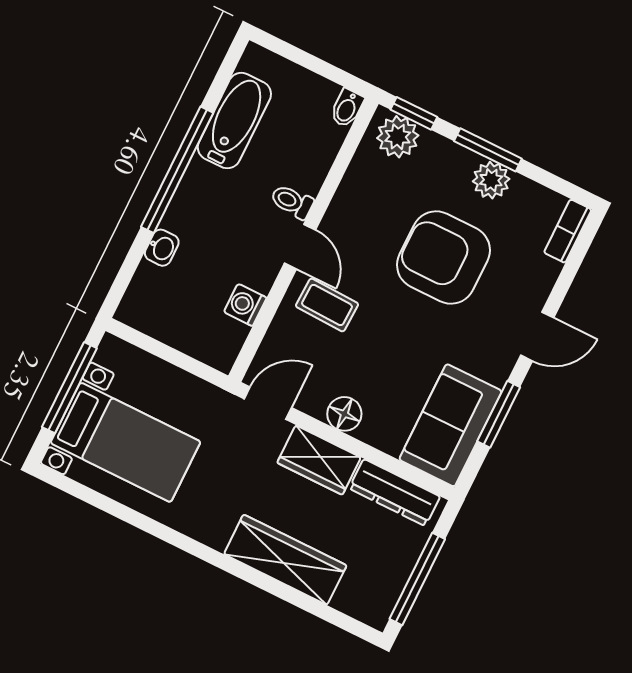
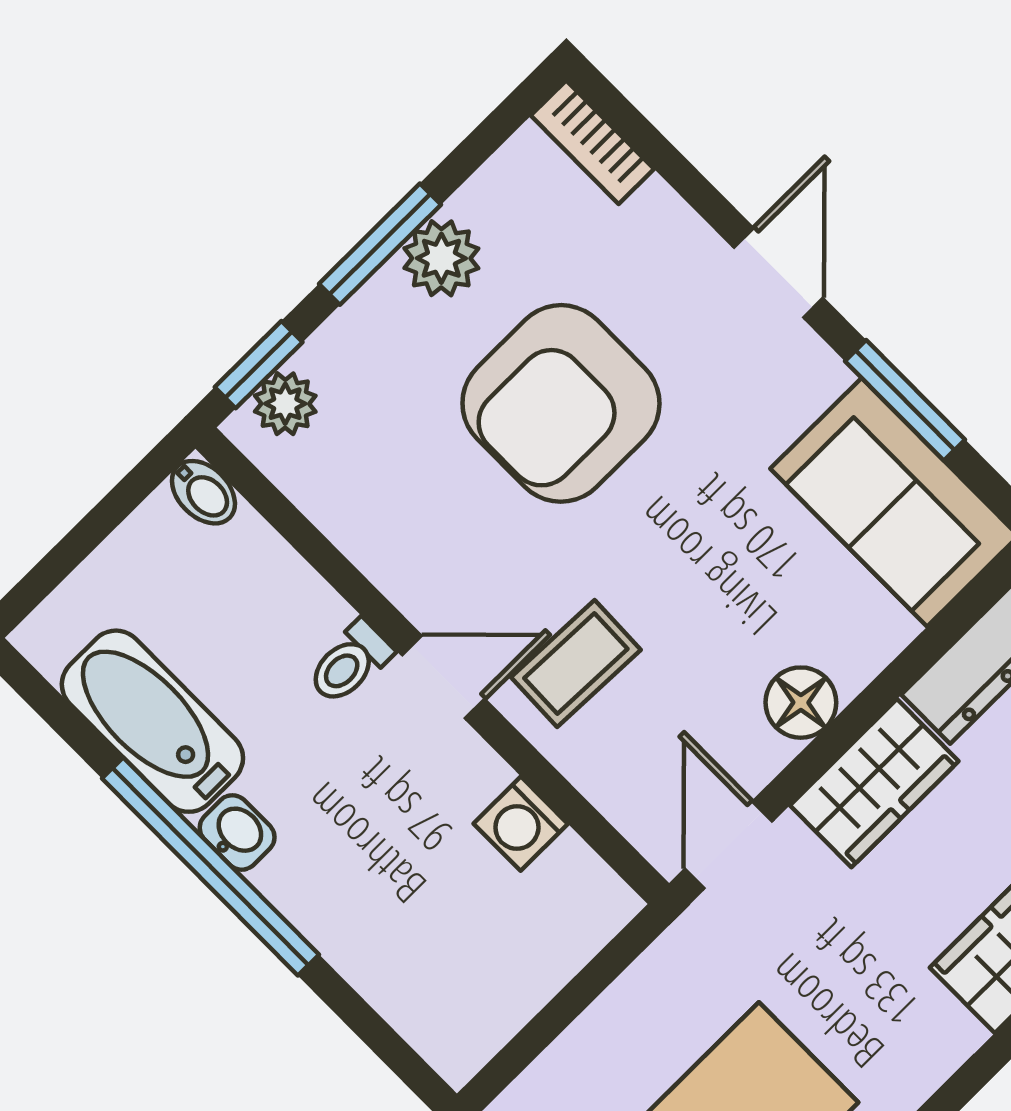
plant: (398, 137) -> (285, 404), width x0.73, depth x0.73
washbasin: (162, 248) -> (237, 832), moved

